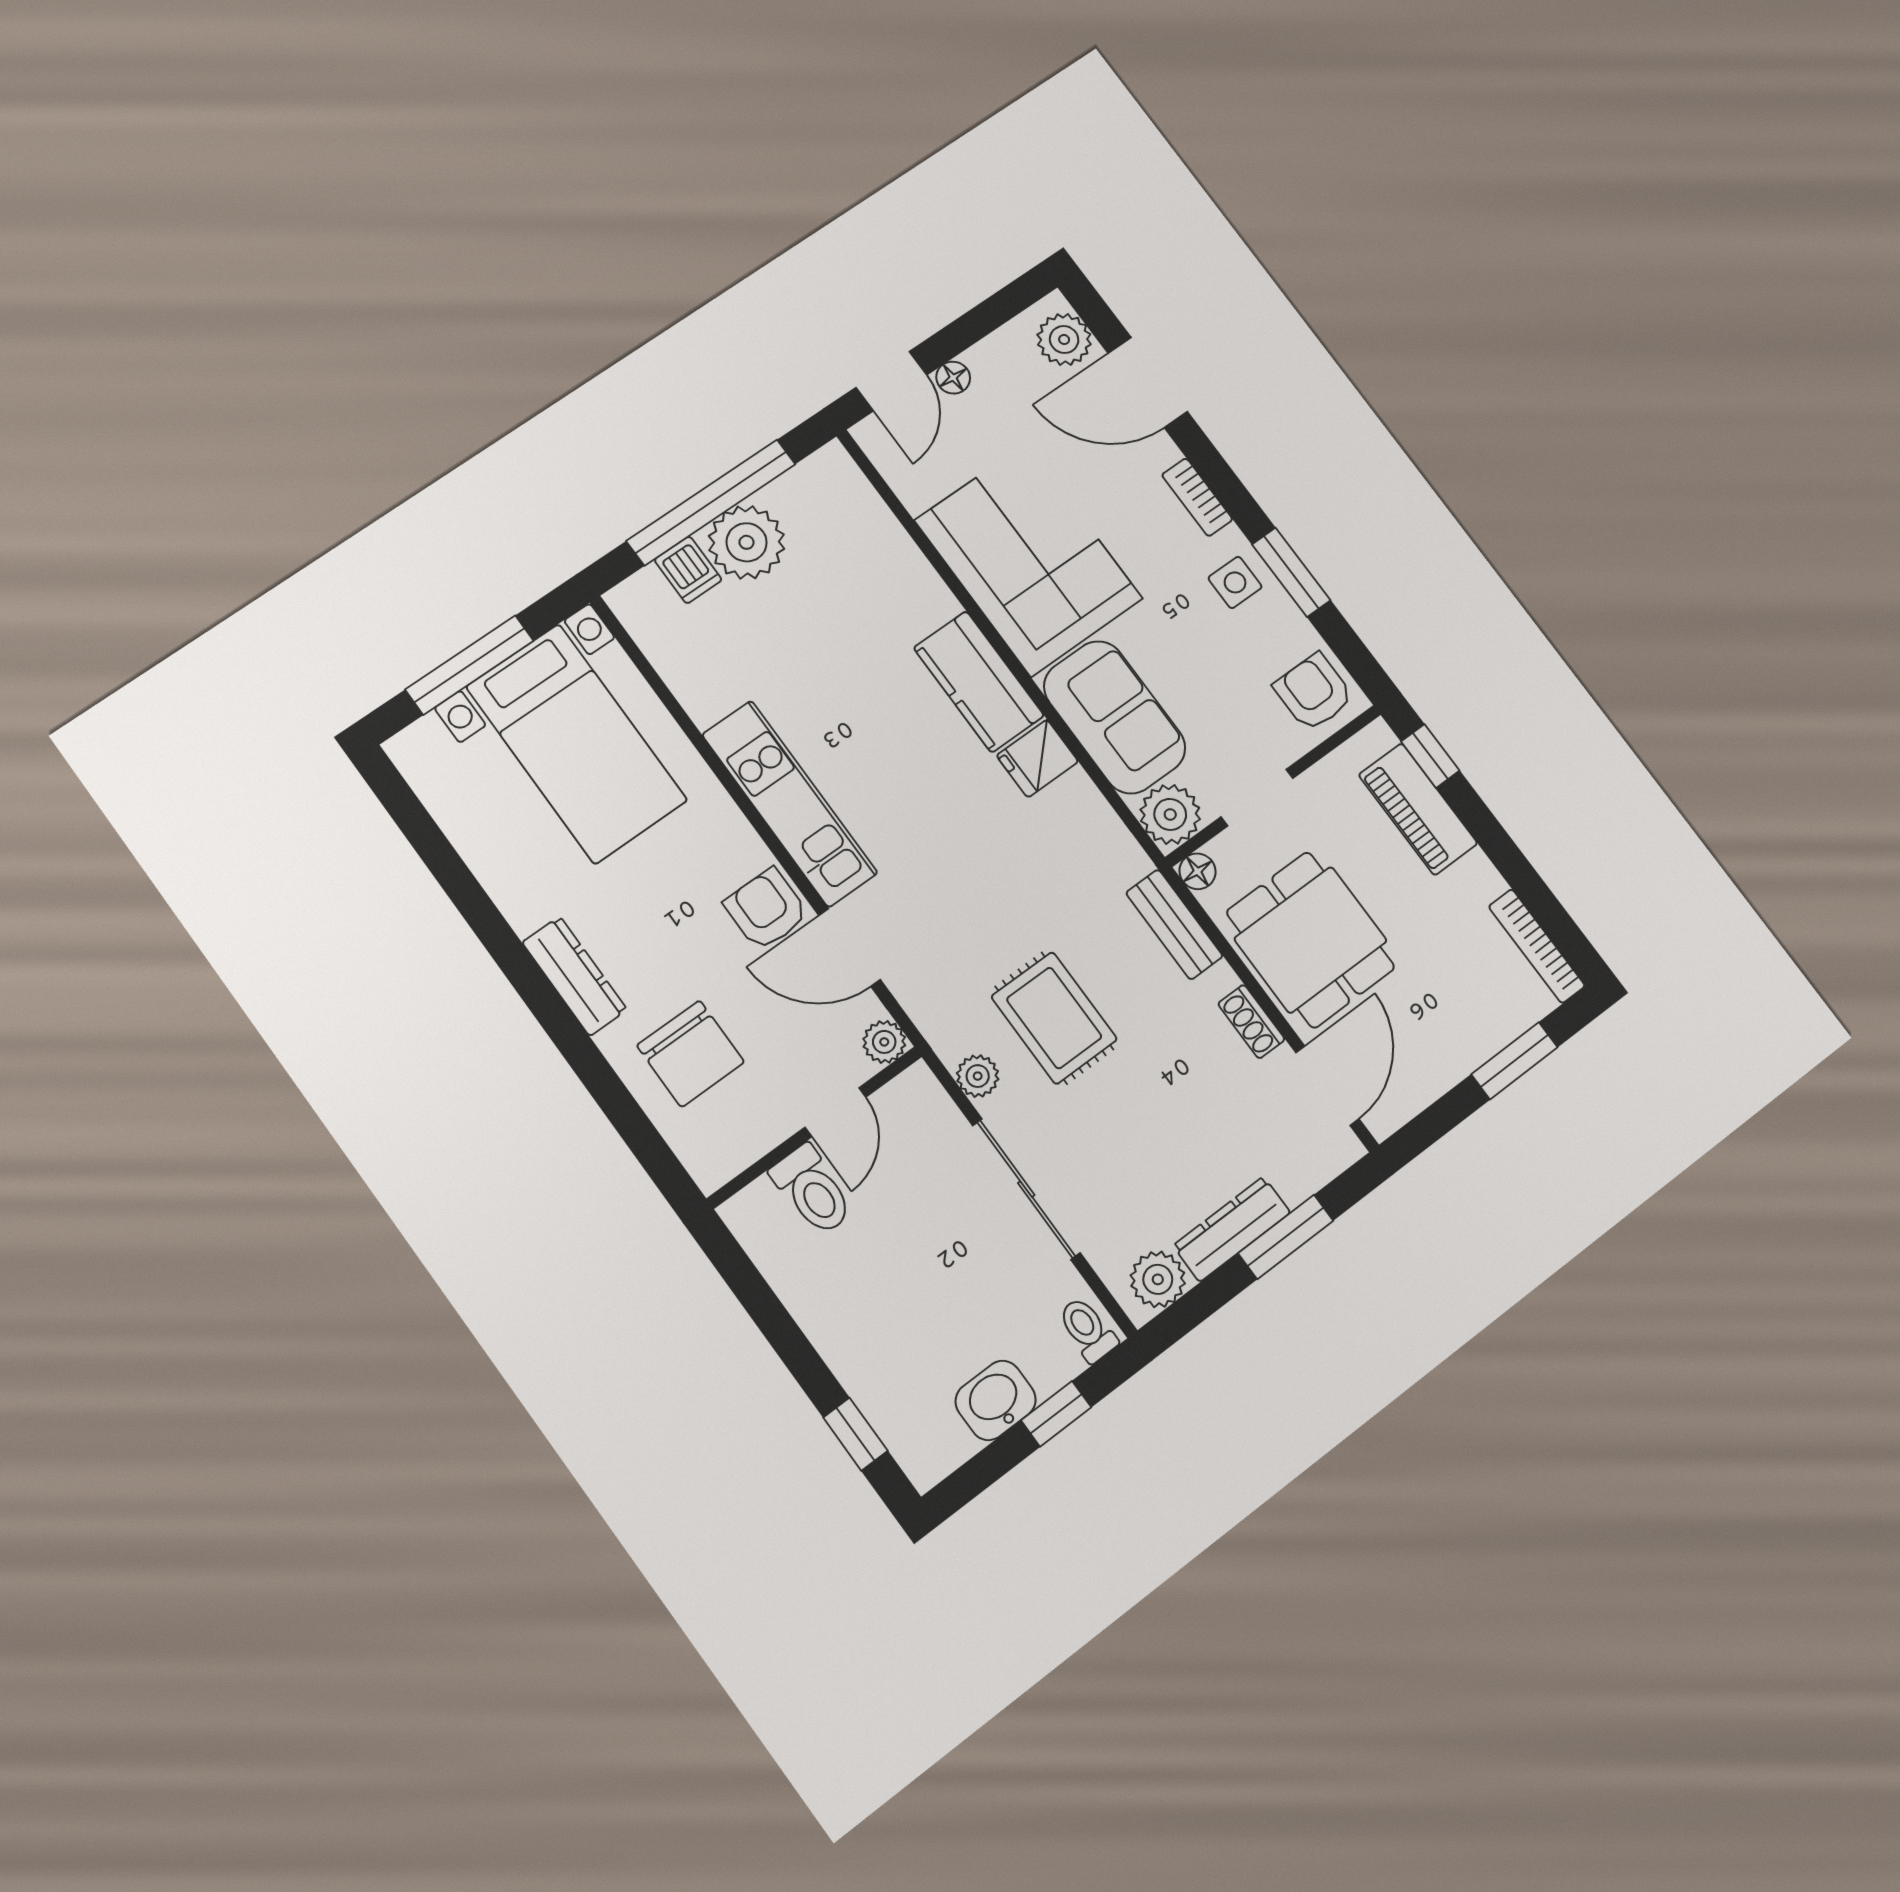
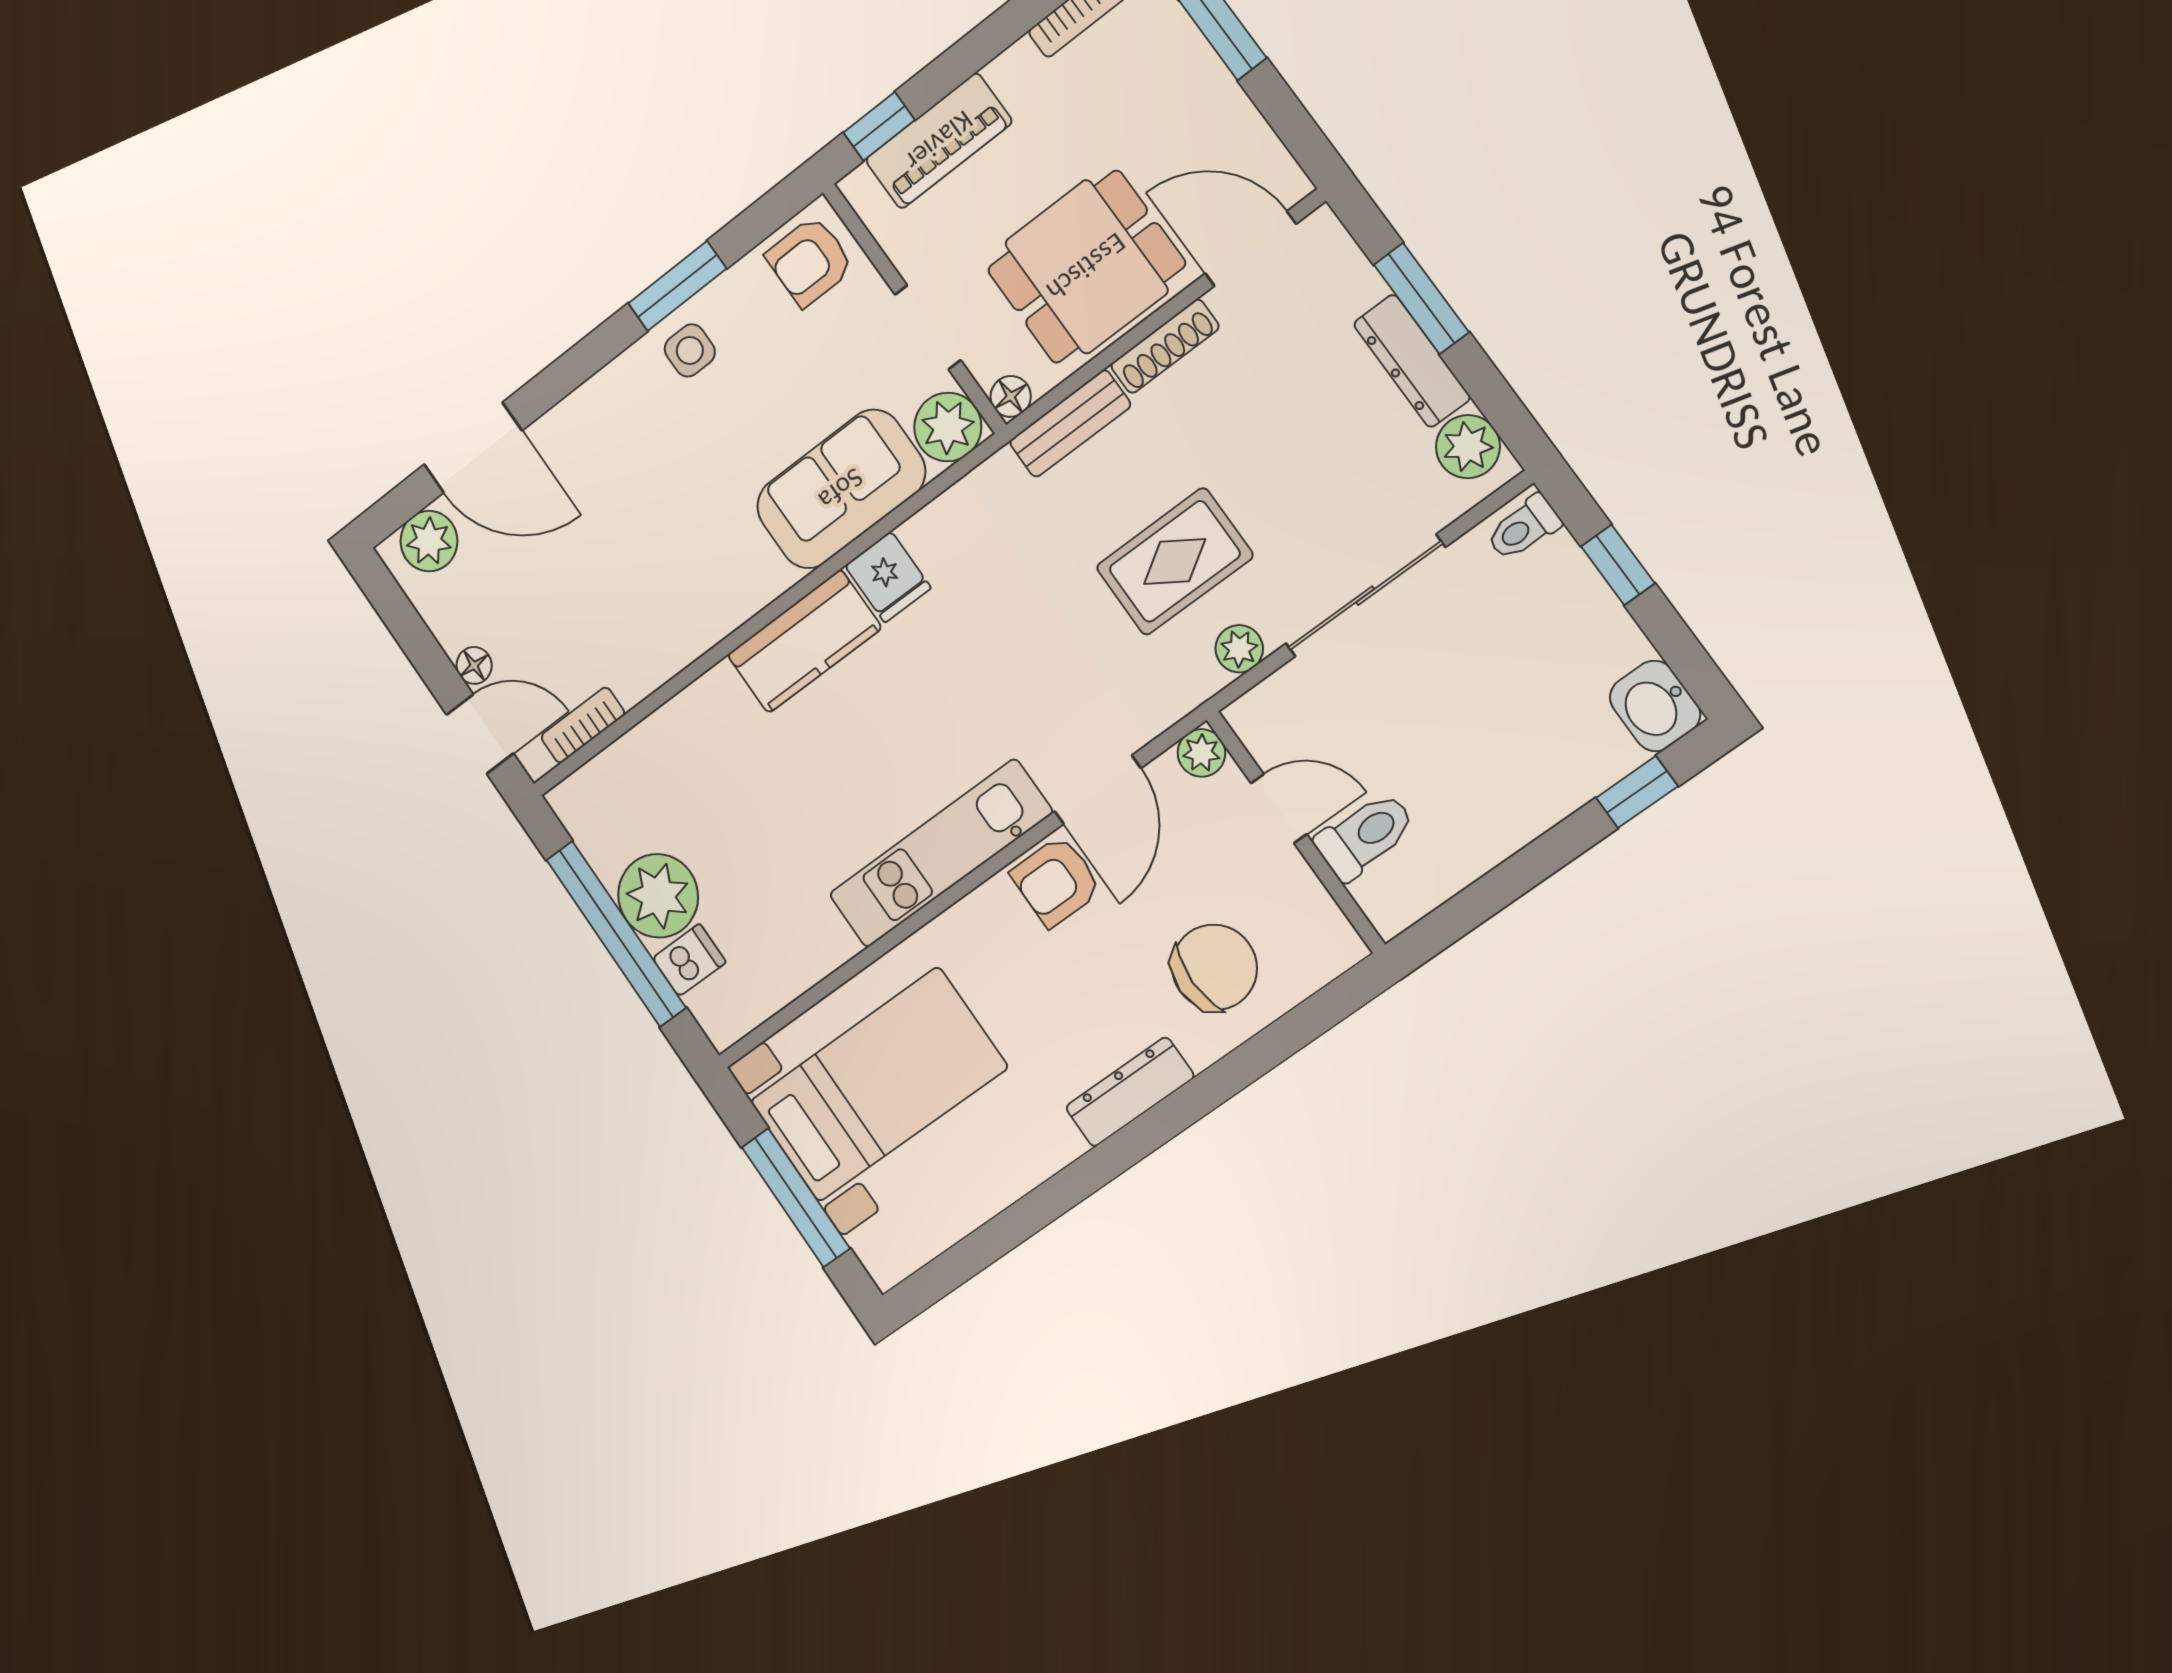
door: (1148, 383) -> (473, 448), hinge flipped
bookcase: (1197, 497) -> (583, 725), moved, turned 180
corner sofa: (1029, 560) -> (670, 584), removed
shoe rack: (1251, 1022) -> (1165, 346), width x1.43
washbasin: (996, 1400) -> (1655, 706), moved

